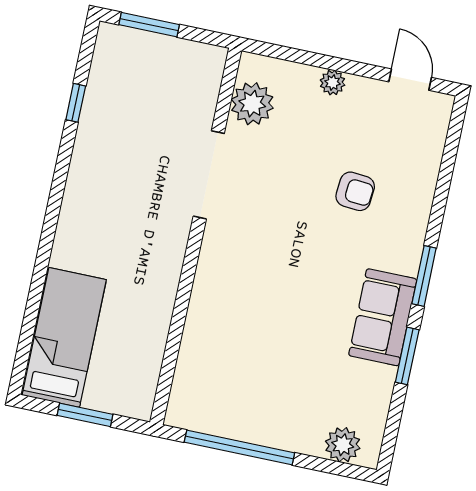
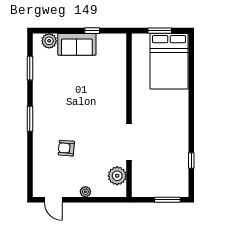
sofa: (383, 317) -> (77, 44), moved, turned 90
bed: (64, 337) -> (169, 61), width x1.50
window: (407, 356) -> (30, 68), moved
window: (239, 447) -> (92, 31), width x0.32

